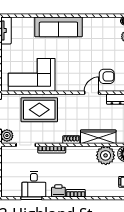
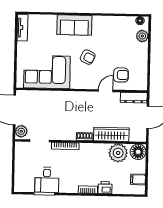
sofa: (58, 27) -> (74, 25), width x0.73
armchair: (73, 59) -> (88, 57), added
rug: (39, 110) -> (54, 106), removed
printer: (58, 191) -> (105, 188), moved

